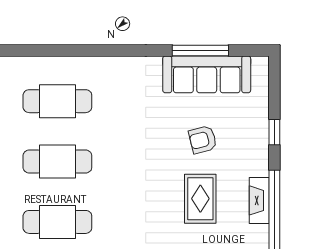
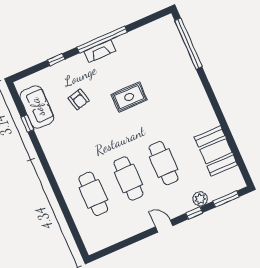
window: (200, 50) -> (27, 123), width x0.46
sofa: (207, 74) -> (37, 107), width x0.73
rug: (200, 199) -> (129, 97), moved

